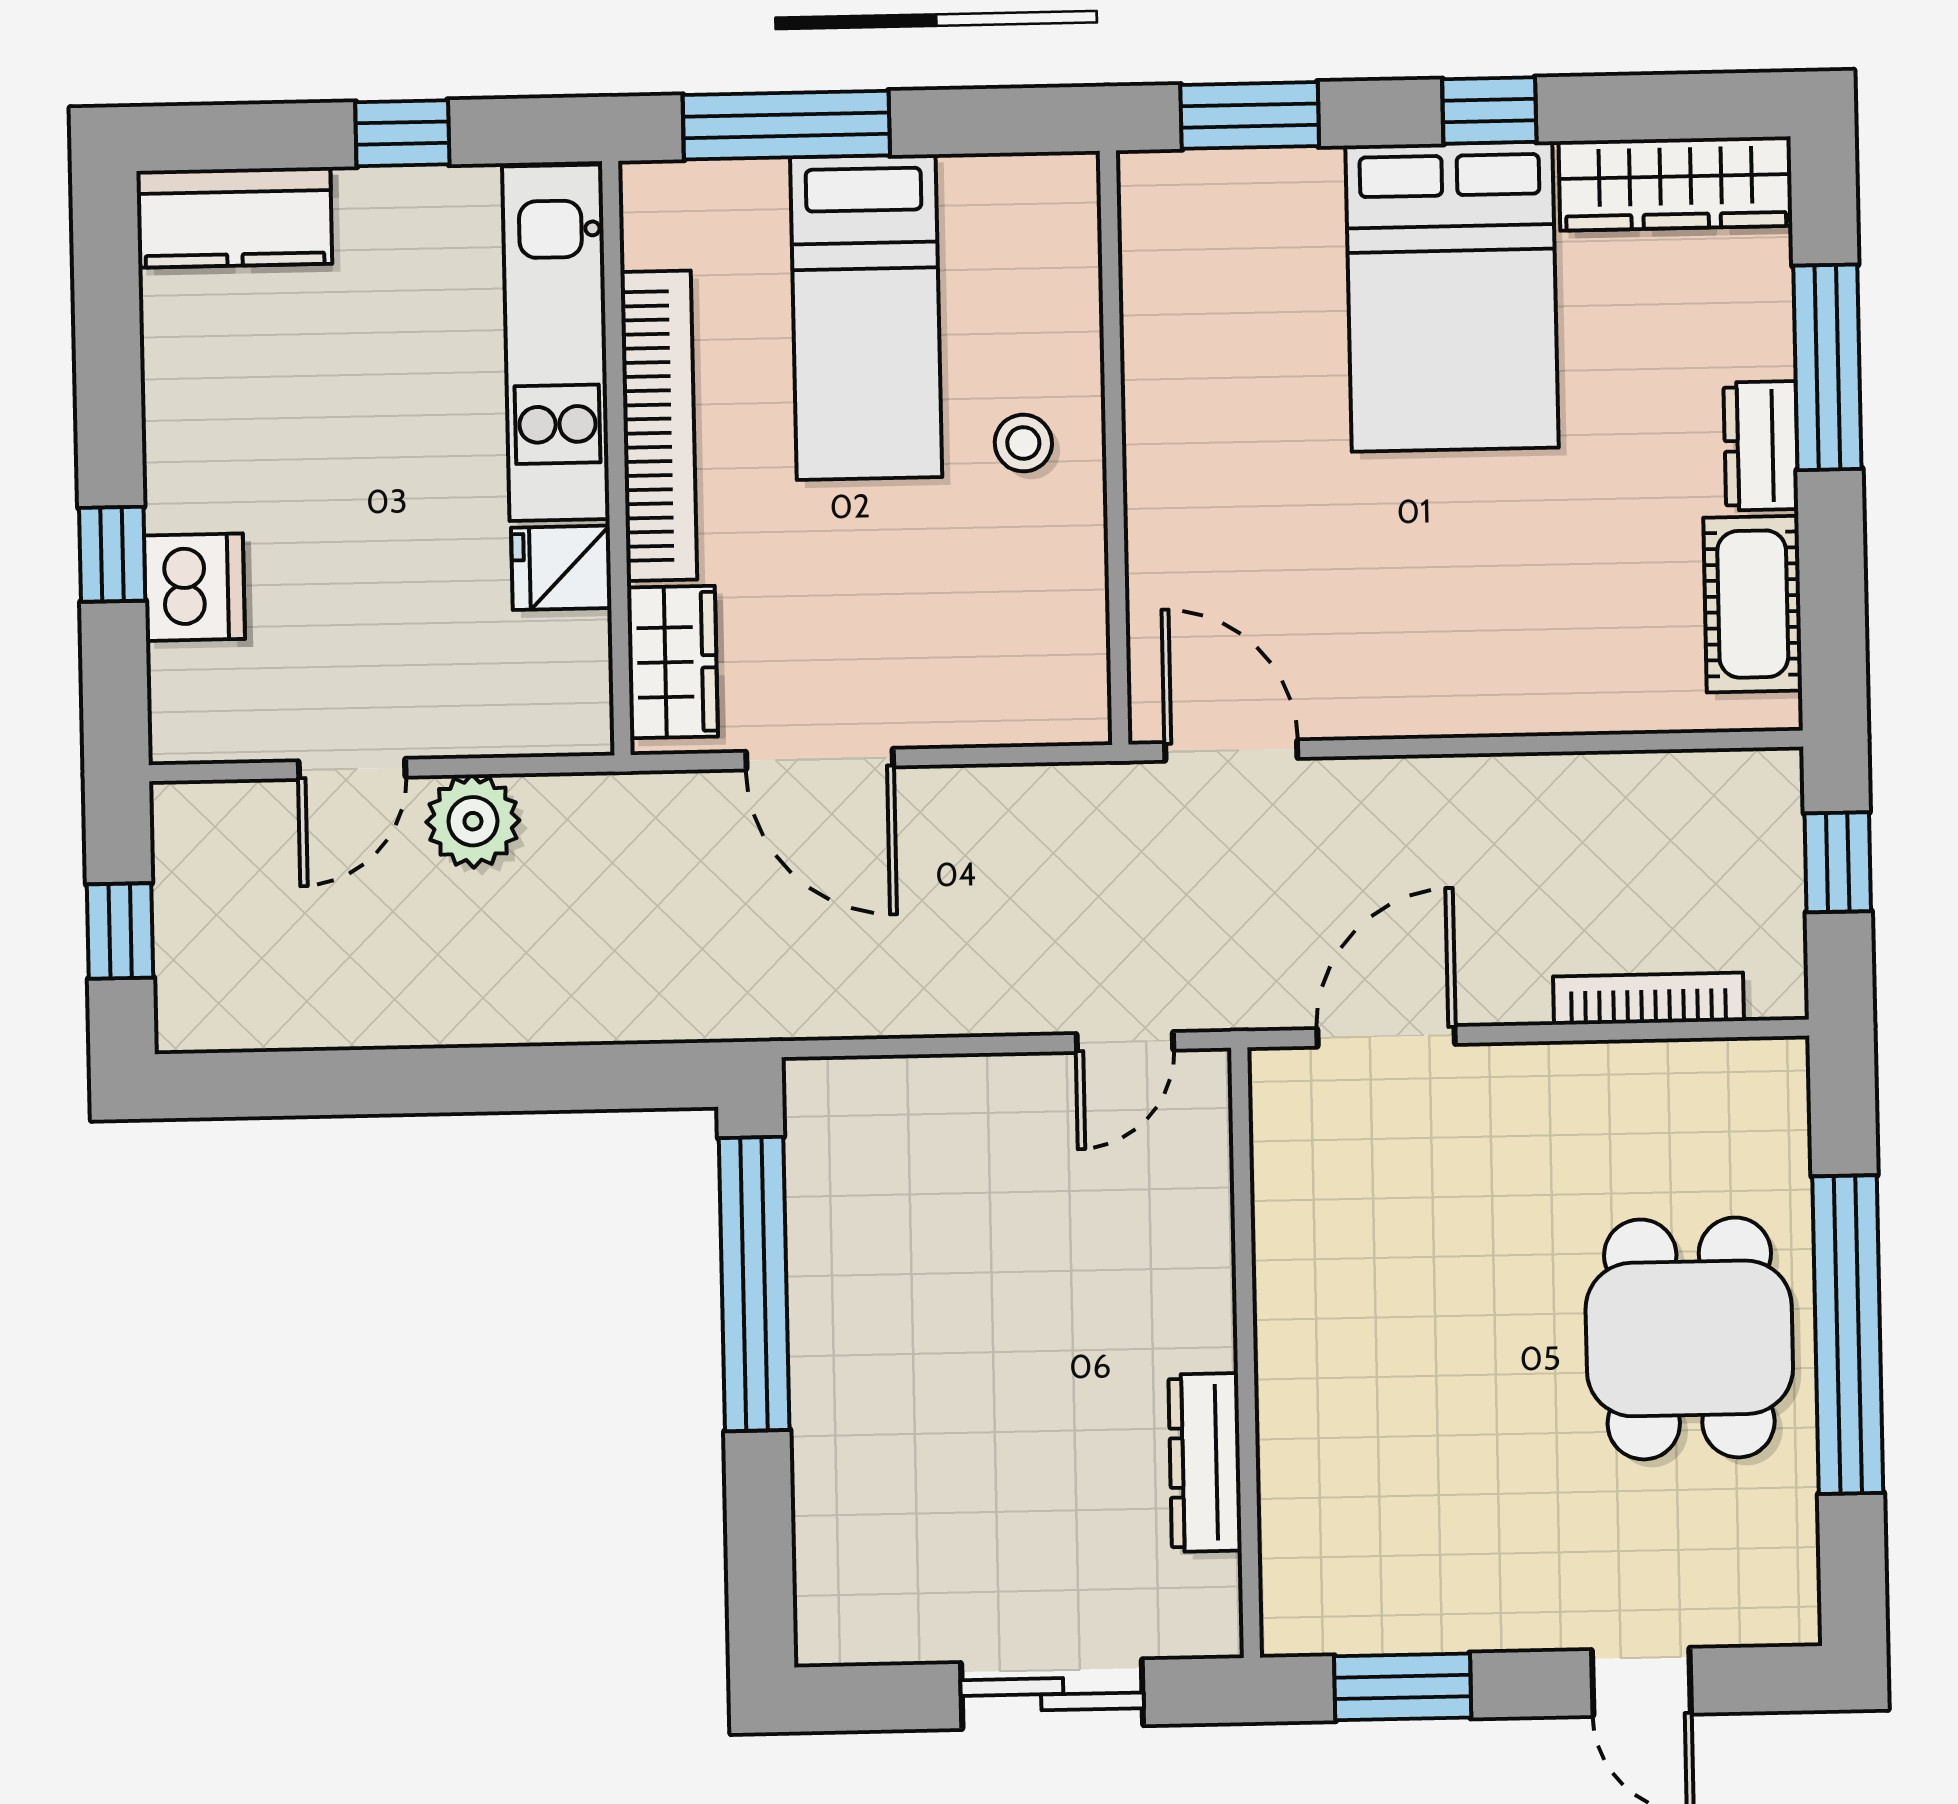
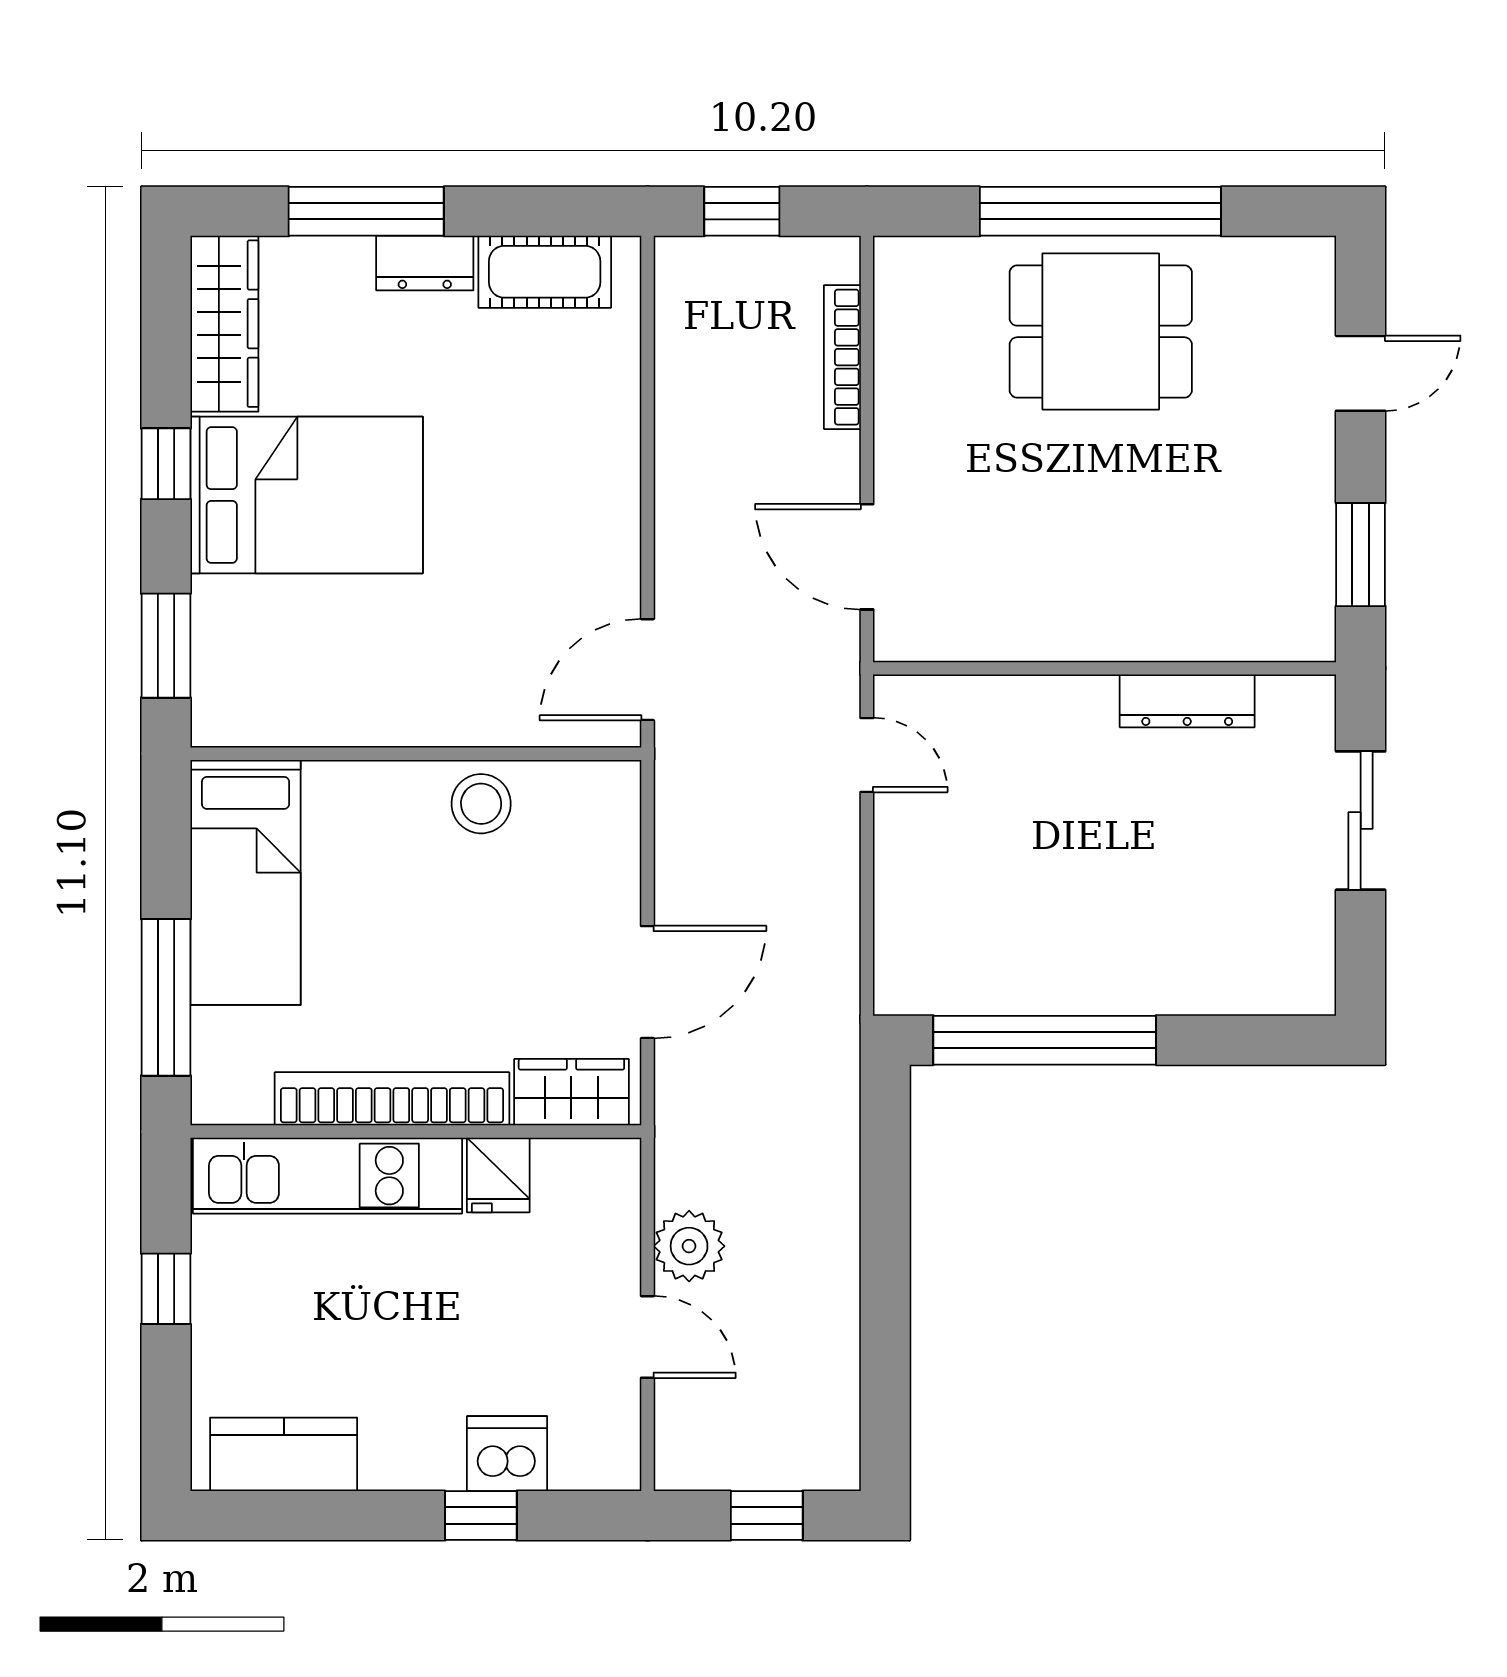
kitchen counter: (234, 217) -> (284, 1454), moved, turned -90
bed: (866, 317) -> (246, 882), moved, turned 90
stool: (1023, 443) -> (481, 804), moved, width x1.37, depth x1.37

